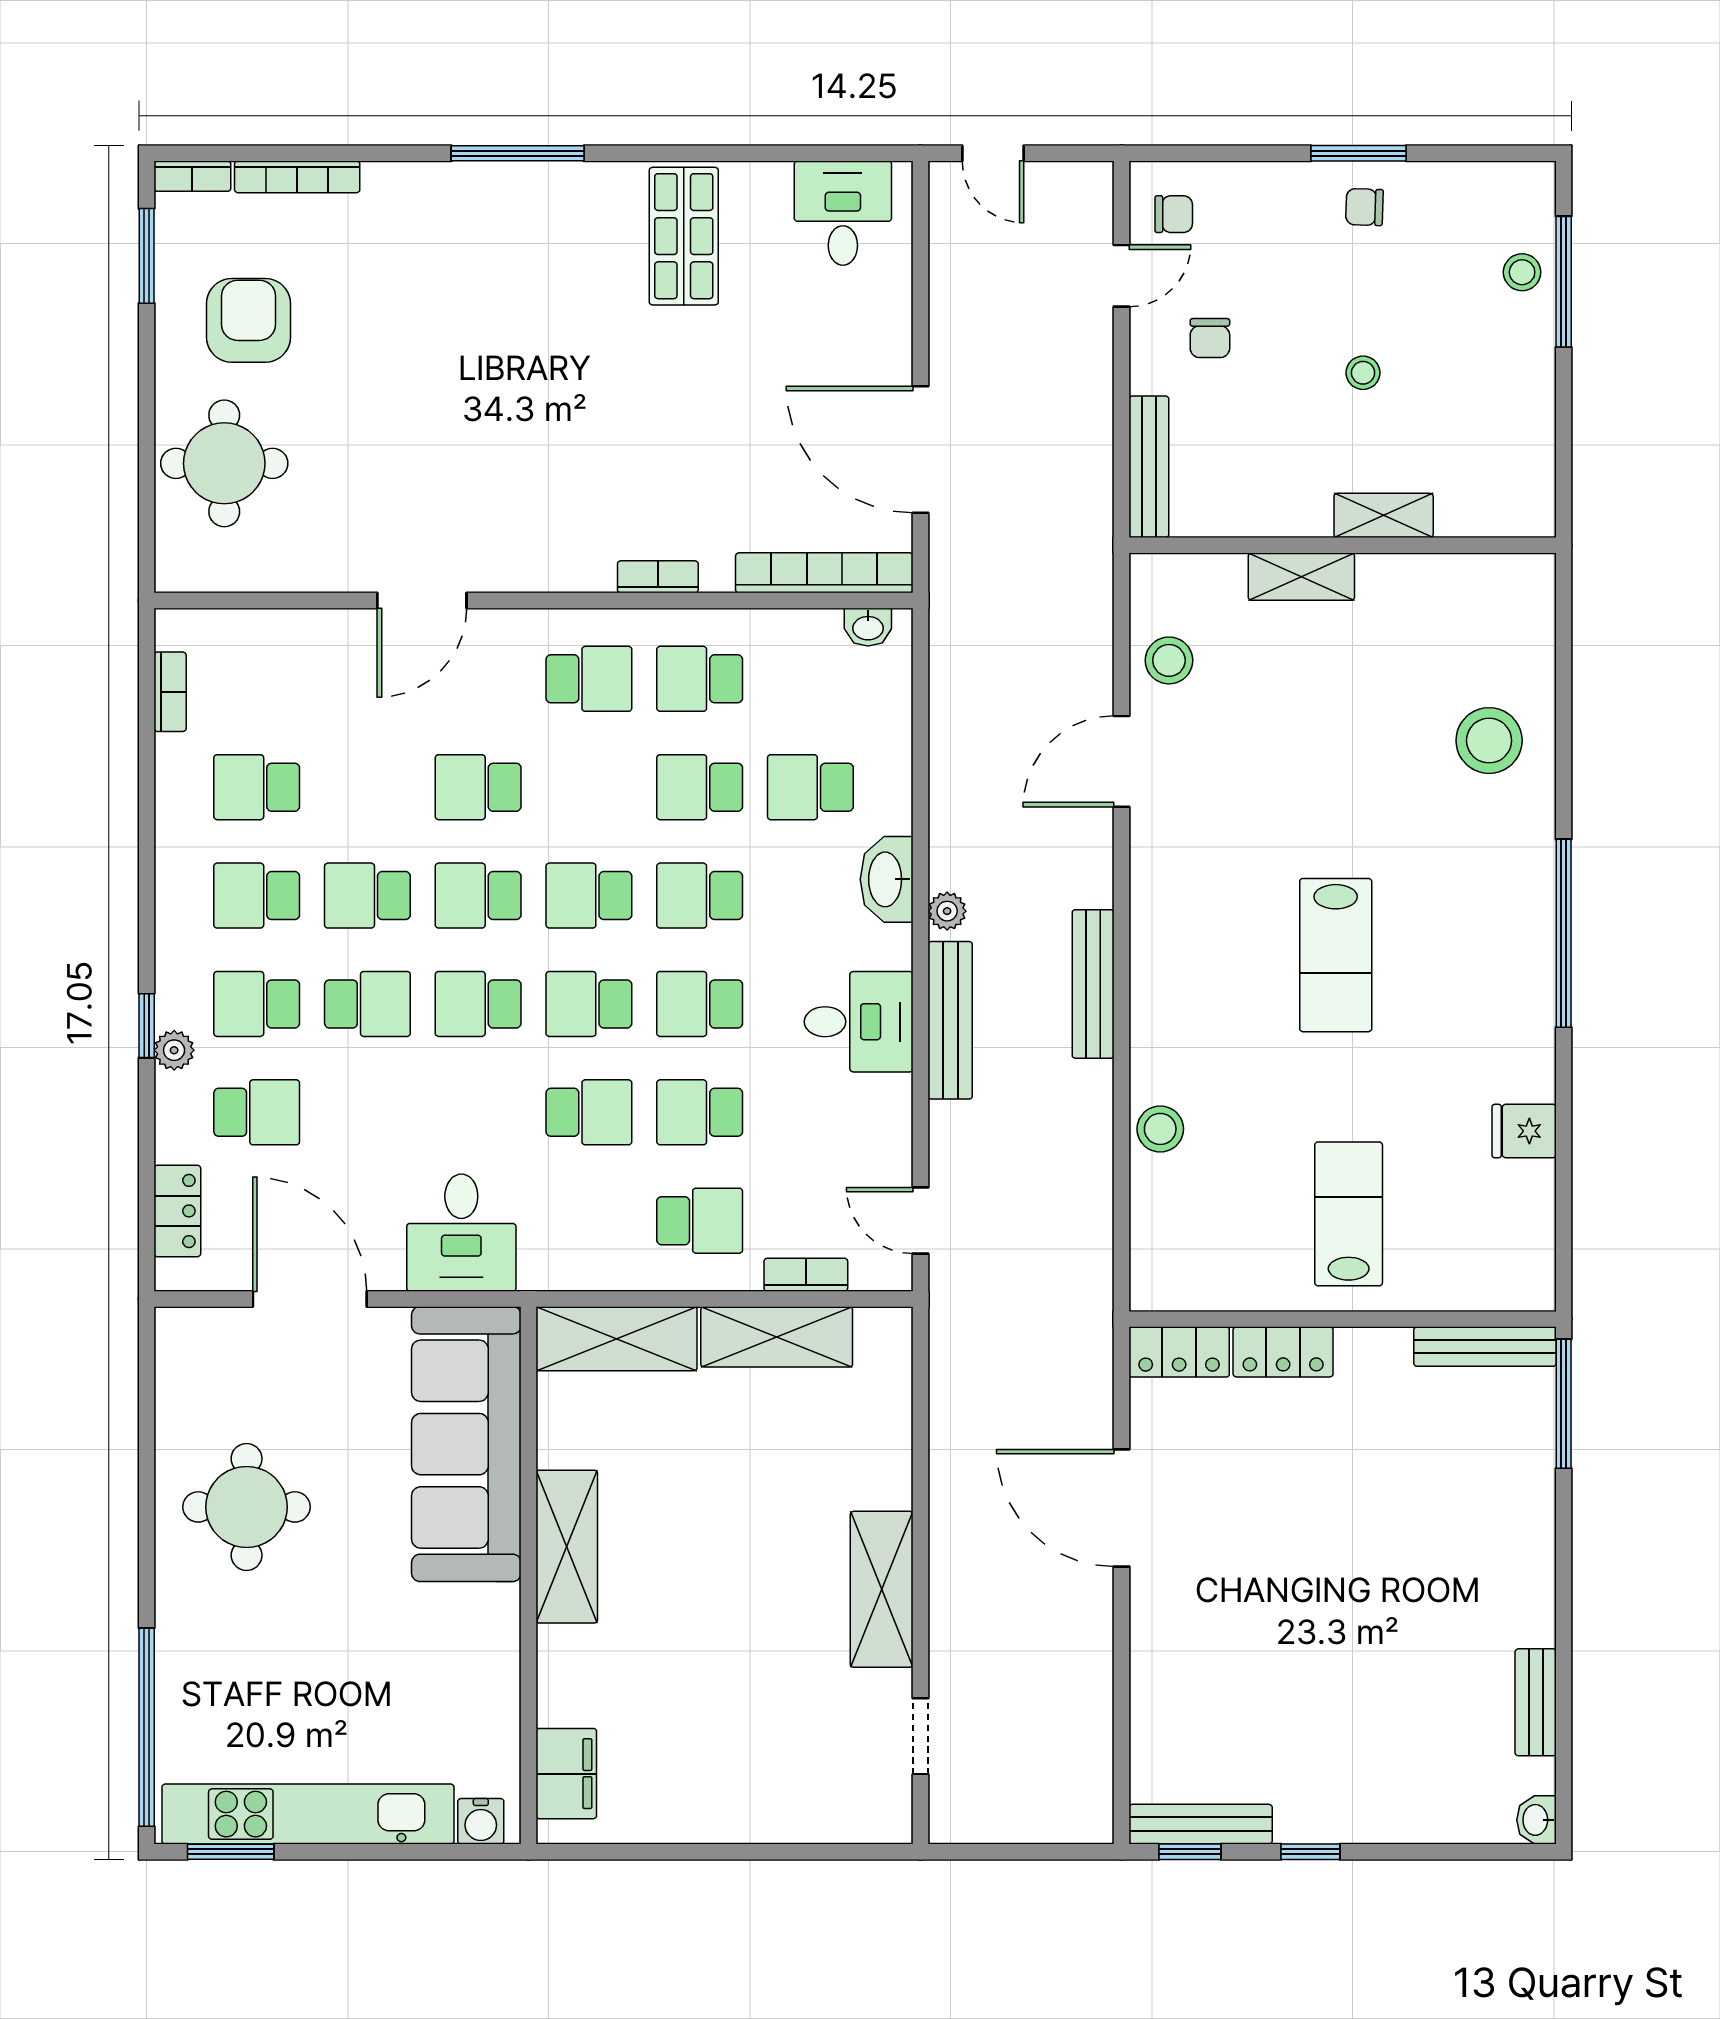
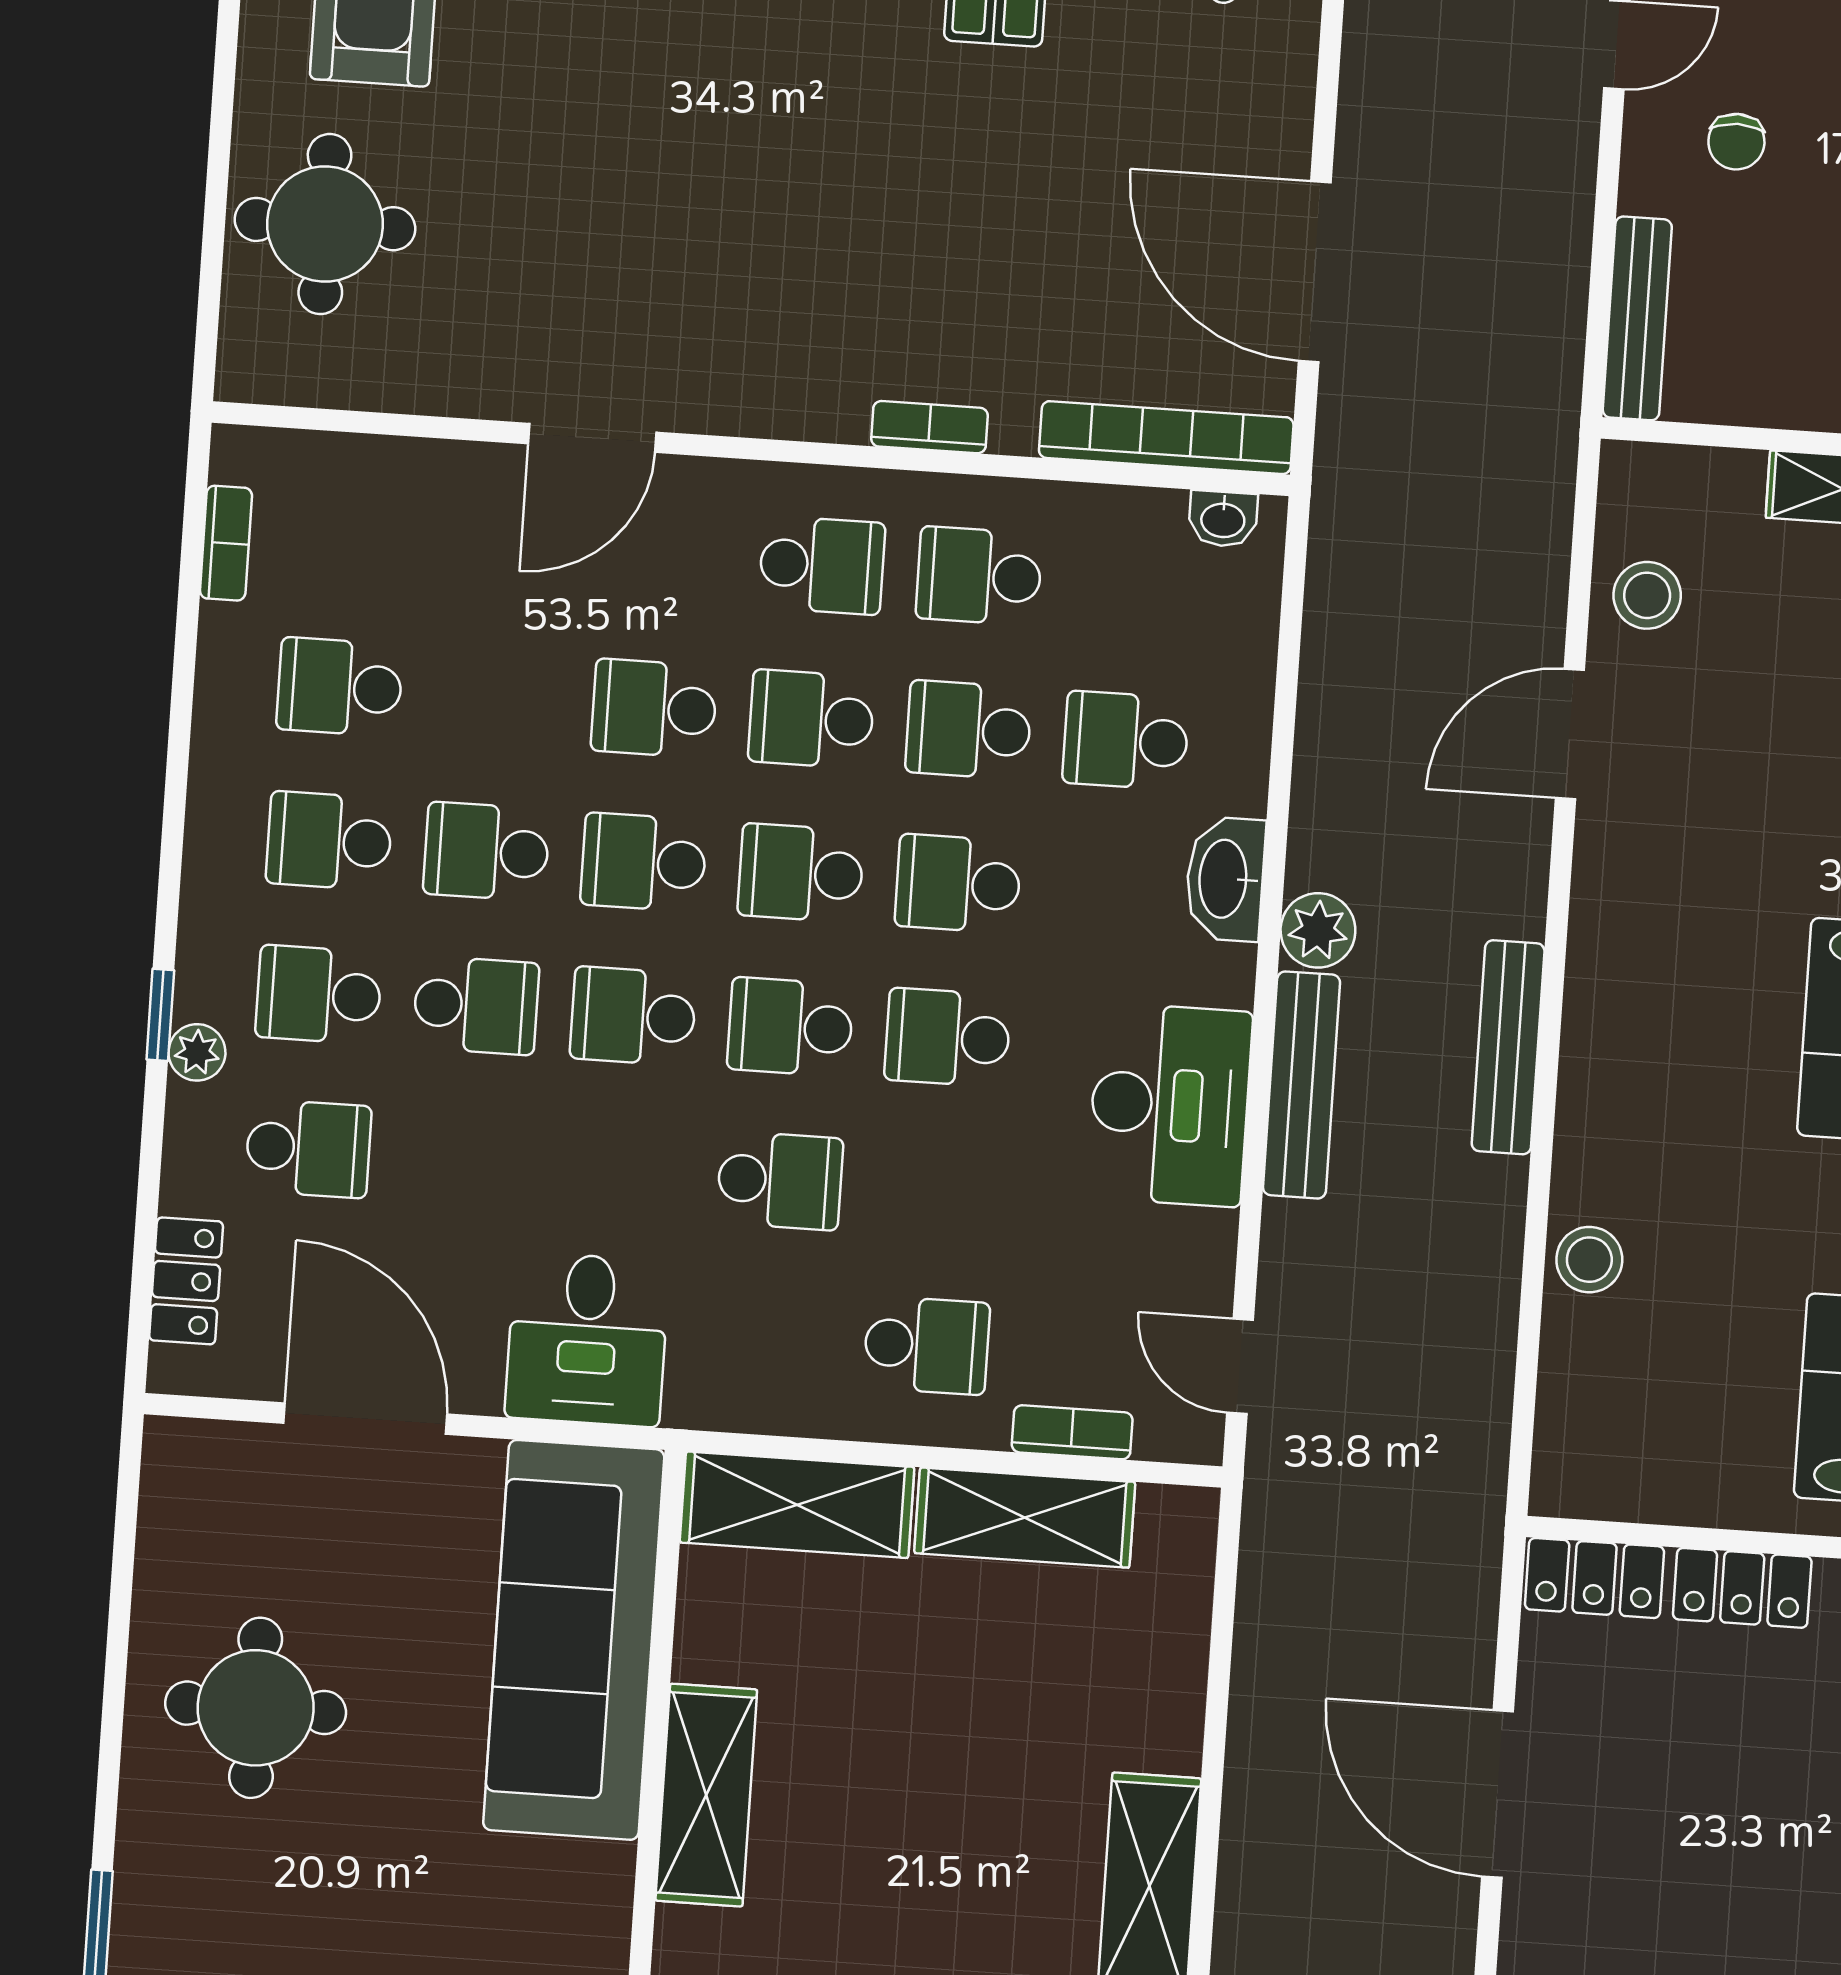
plant: (947, 911) -> (1318, 930), width x1.38, depth x1.38
desk: (859, 1022) -> (1170, 1105), width x1.37
school desk: (700, 1112) -> (811, 719), moved

